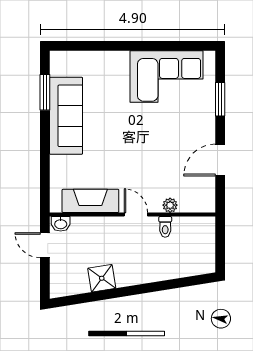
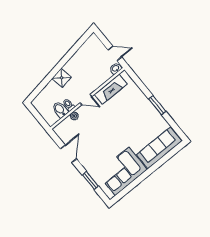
window: (45, 92) -> (157, 105), moved
sofa: (66, 116) -> (159, 148), moved, turned 90
bidet: (182, 230) -> (60, 110), added
shower: (102, 278) -> (62, 78), moved

